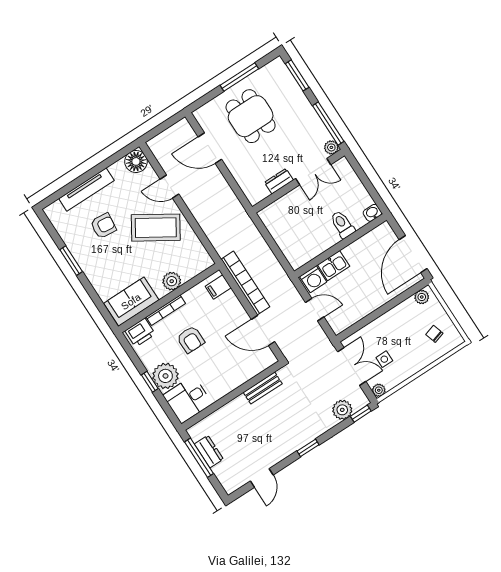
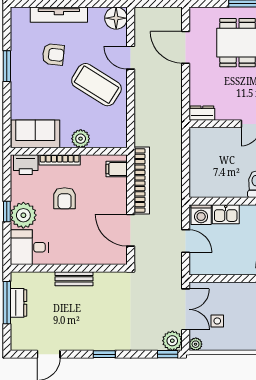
dresser: (279, 181) -> (202, 113), moved
bench: (263, 388) -> (74, 279), moved
plant: (342, 410) -> (172, 341), moved

